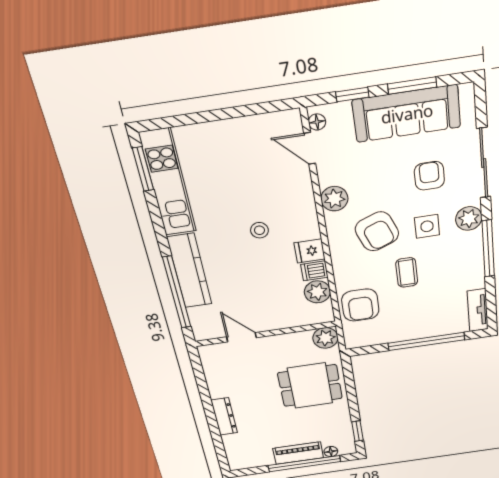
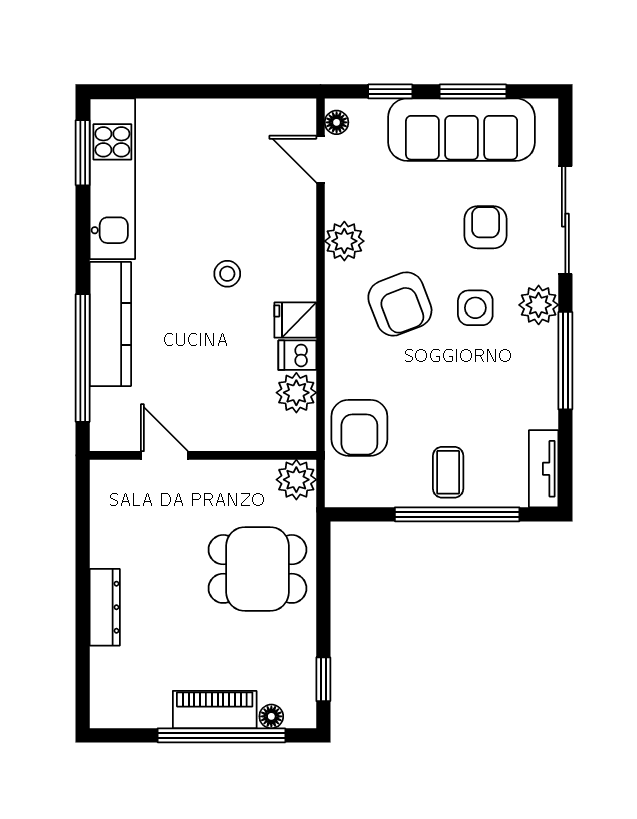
coffee table: (407, 272) -> (448, 472), moved

